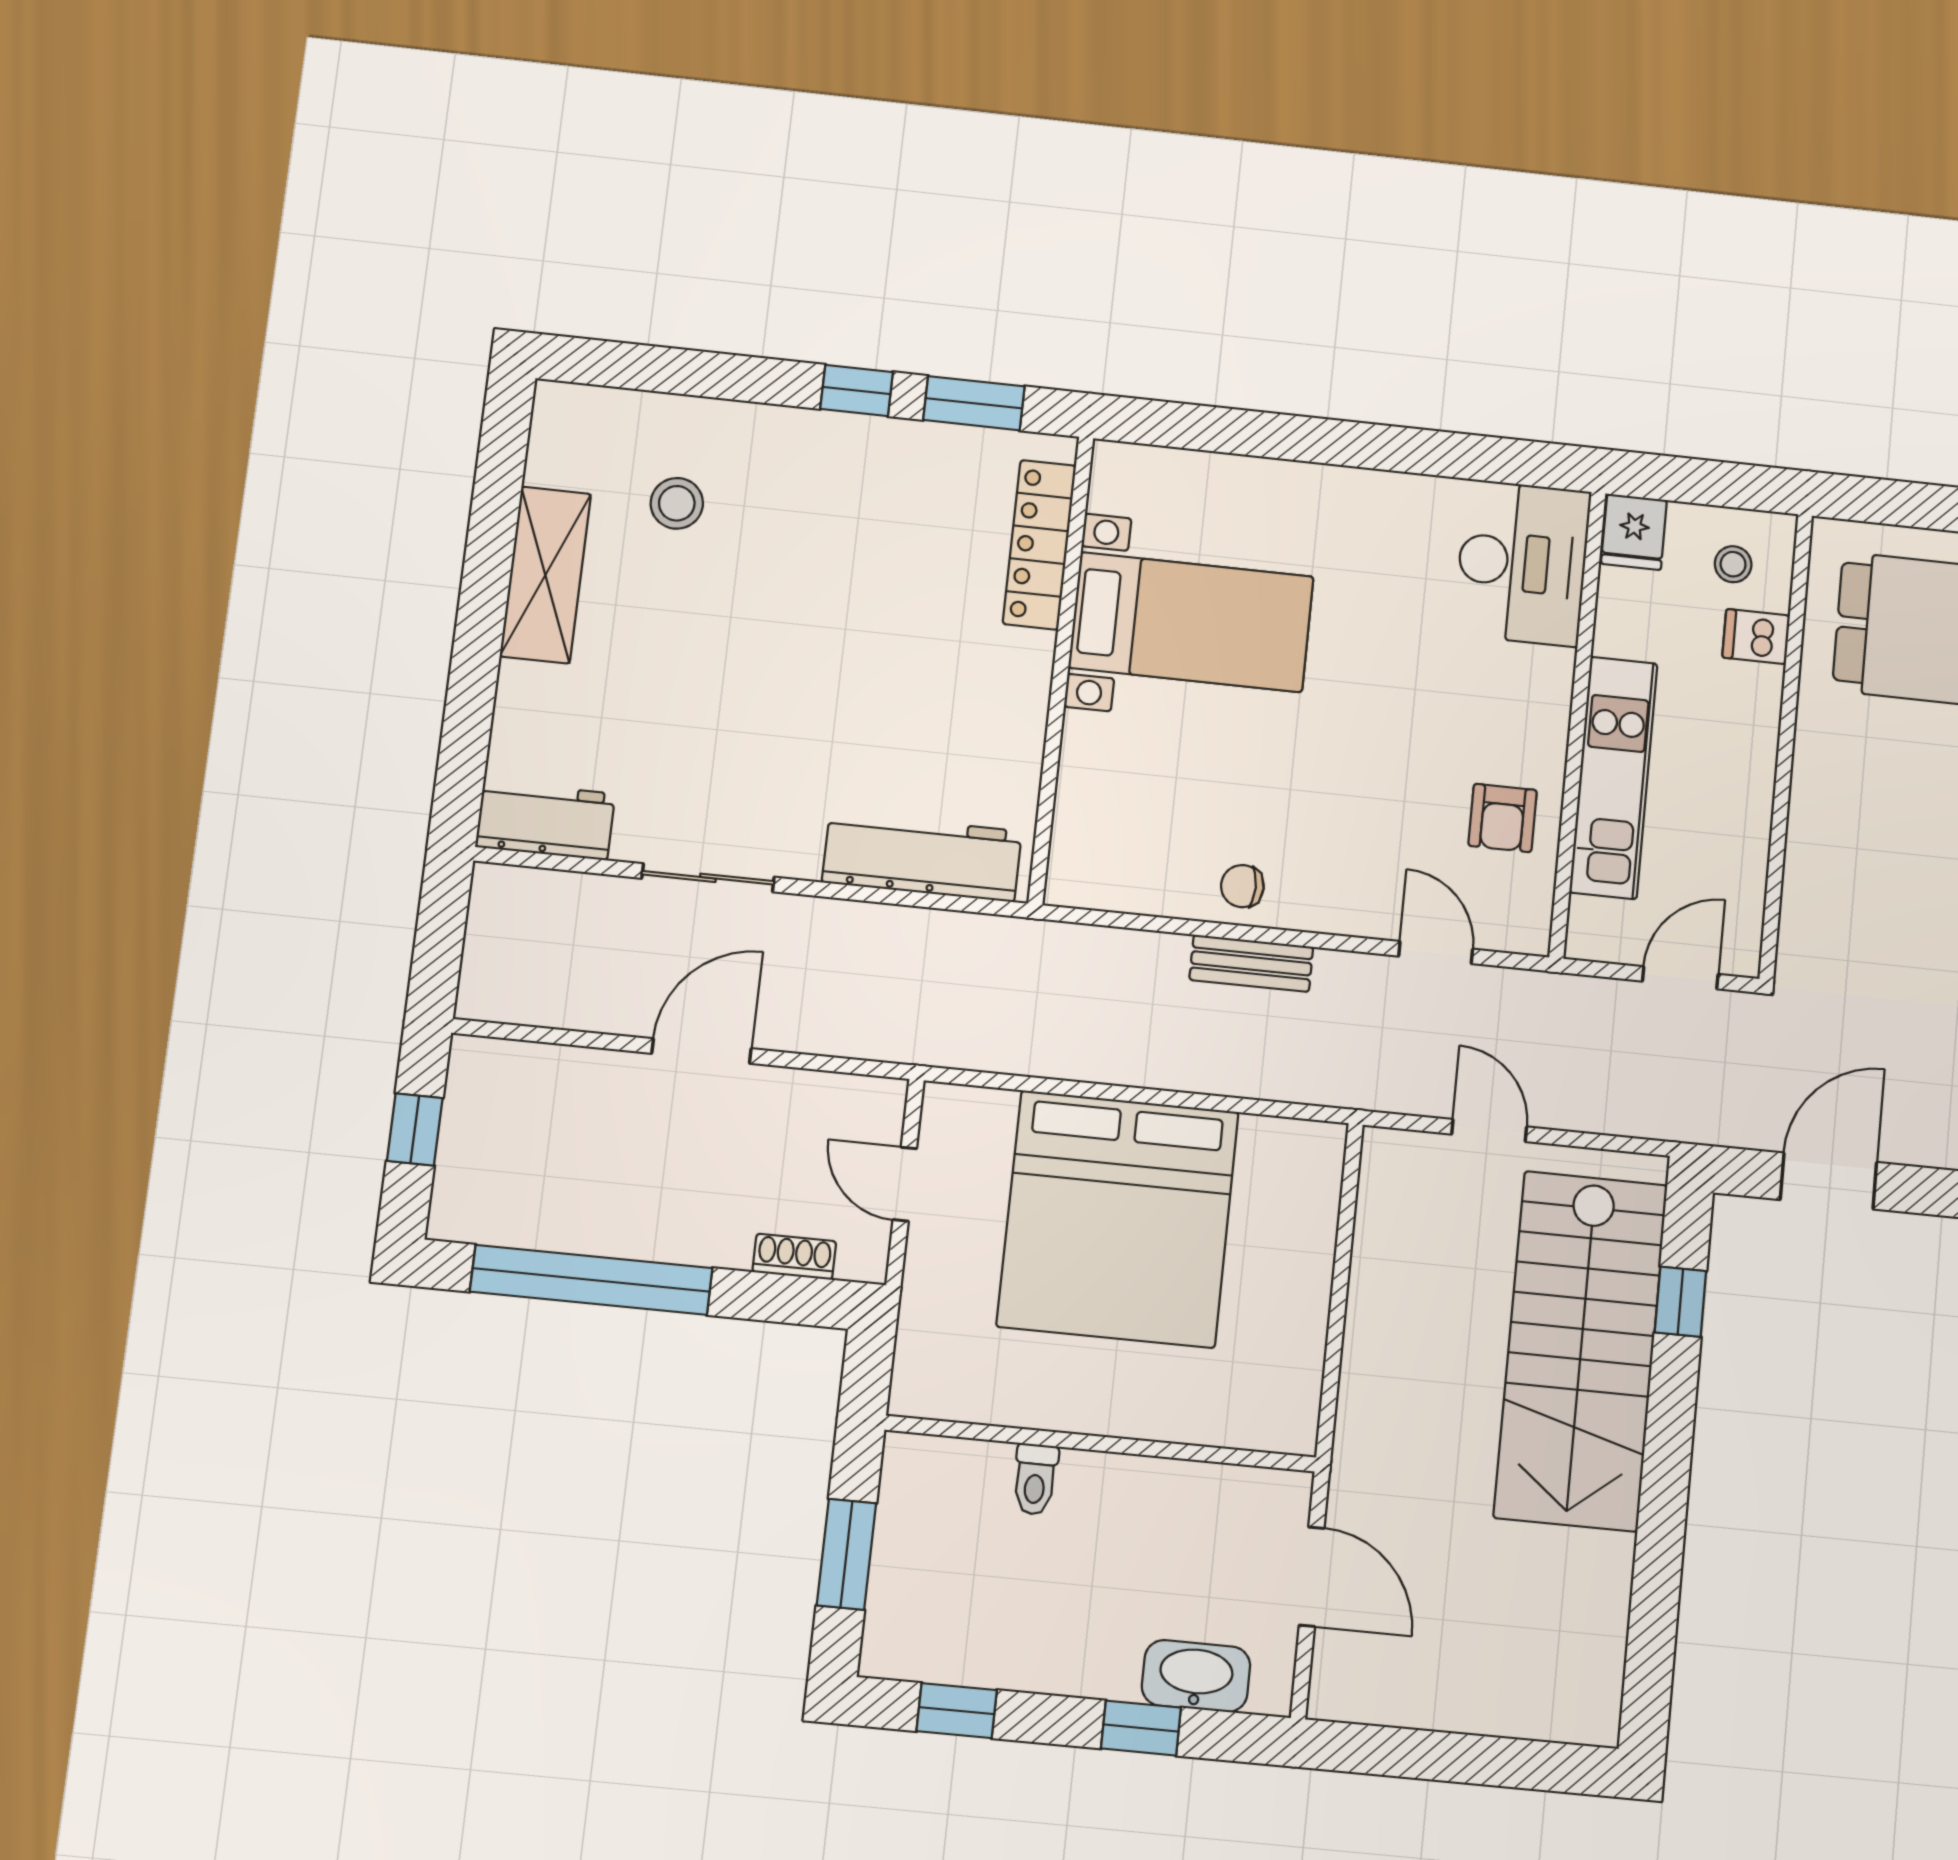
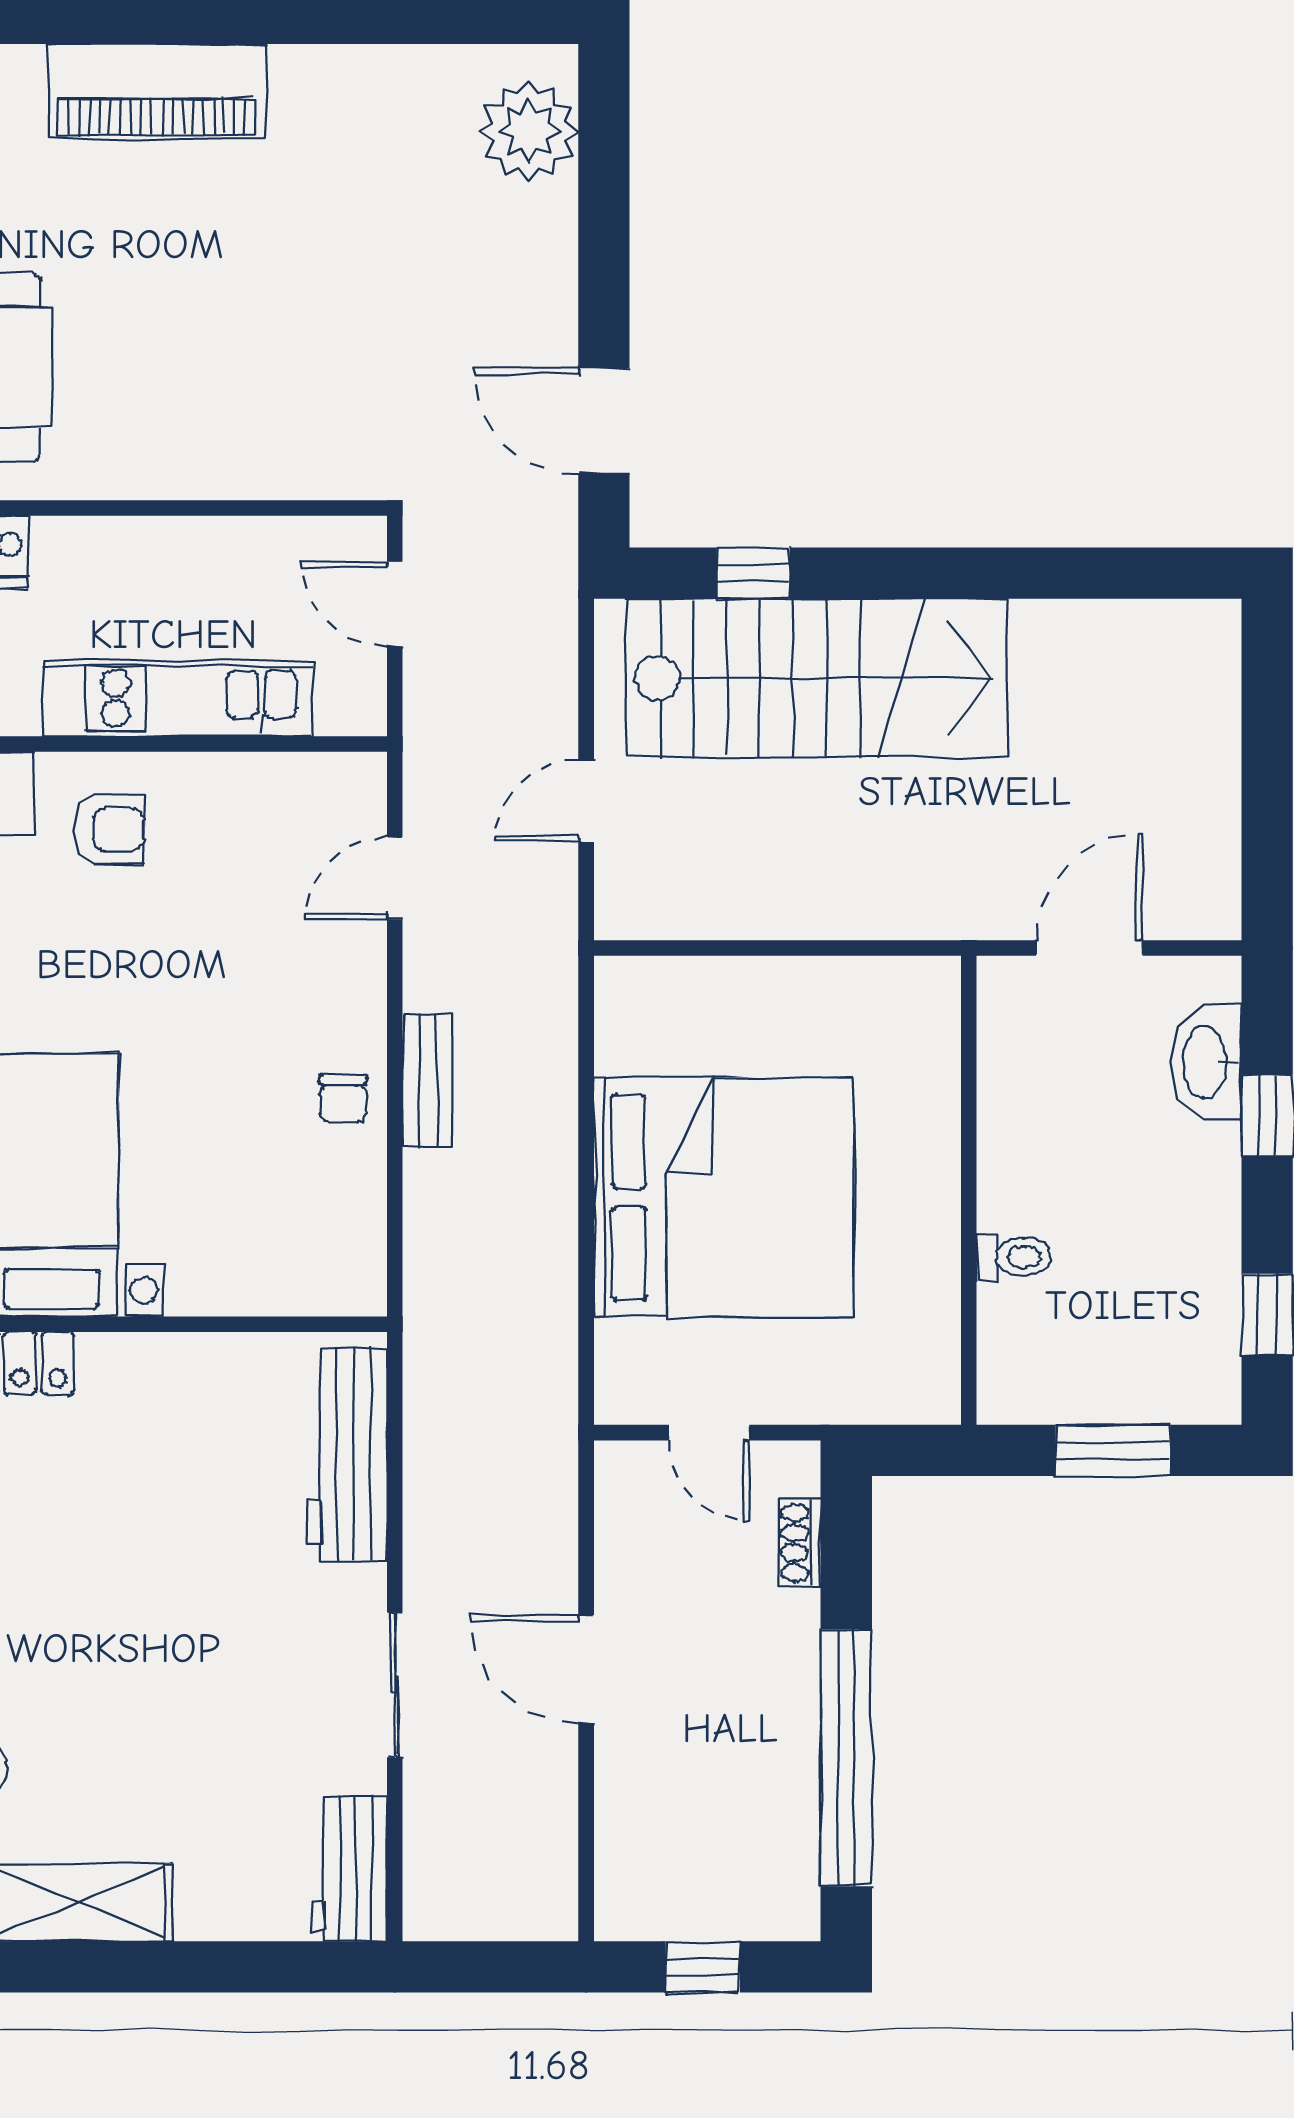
armchair: (1503, 818) -> (109, 829), moved
door: (905, 1184) -> (709, 1433), hinge flipped

